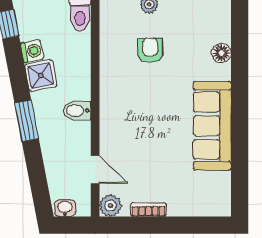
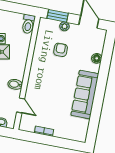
bidet: (77, 111) -> (15, 84), moved
plant: (110, 206) -> (25, 125), removed

